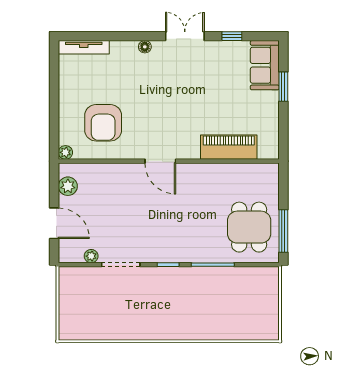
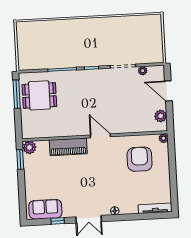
sofa: (265, 65) -> (45, 209), moved, turned -90
window: (283, 87) -> (20, 159), moved
piano: (229, 147) -> (68, 147), moved
plant: (268, 149) -> (30, 147), added
dining table: (249, 227) -> (39, 95), turned 90

